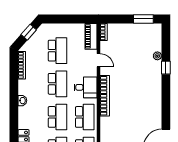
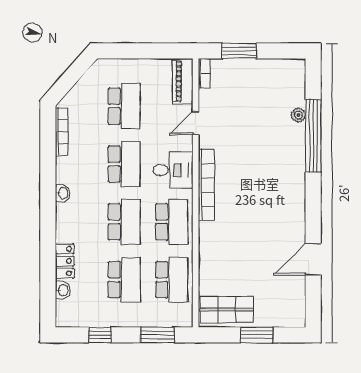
window: (143, 19) -> (239, 51), moved
window: (29, 32) -> (74, 74), removed
door: (99, 60) -> (196, 123), swing flipped
window: (166, 68) -> (313, 136), width x3.17

